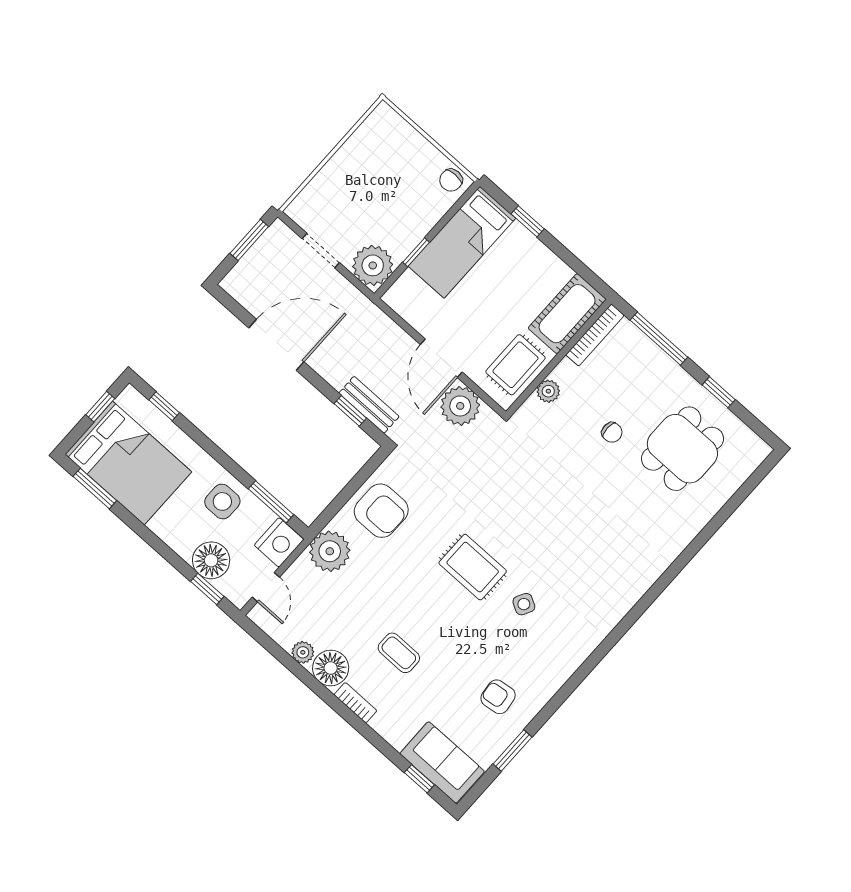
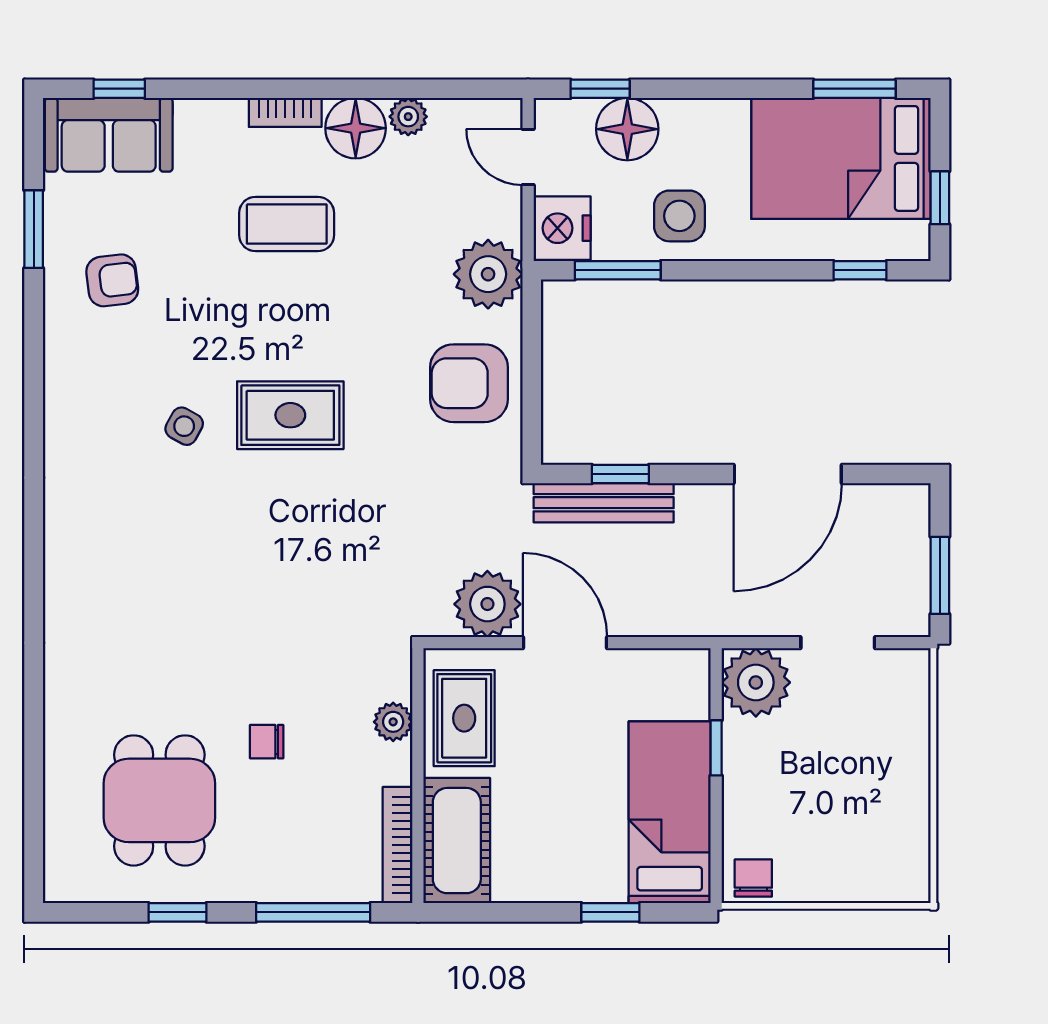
bench: (369, 405) -> (604, 503), width x1.36
coffee table: (399, 653) -> (287, 224), width x1.36, depth x1.30

